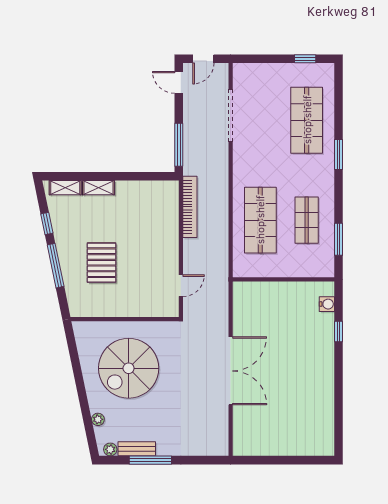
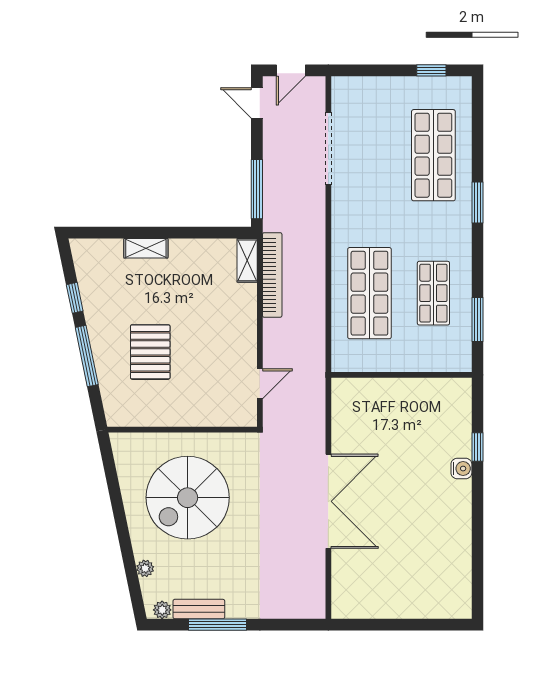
shelving: (65, 188) -> (247, 260), moved, turned 90
water cooler: (327, 304) -> (461, 469), moved

